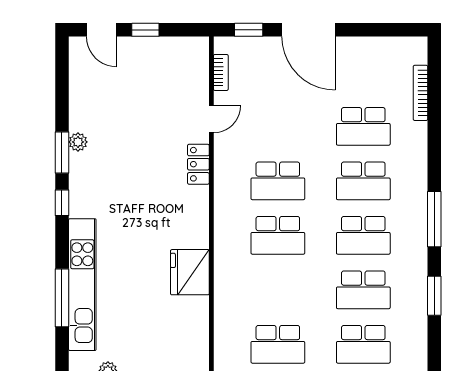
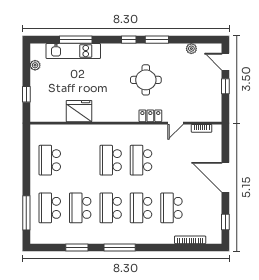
door: (101, 30) -> (225, 62), hinge flipped
window: (249, 30) -> (225, 222), moved
door: (308, 30) -> (225, 177), hinge flipped
door: (211, 119) -> (176, 123), hinge flipped
plant: (78, 142) -> (191, 49), moved
round table: (134, 172) -> (146, 80), added
fridge: (190, 272) -> (79, 111), moved
kitchen unit: (82, 285) -> (73, 51), width x0.73

